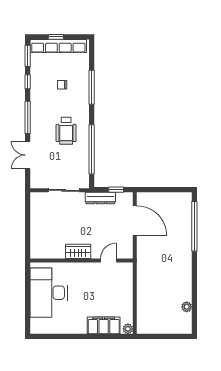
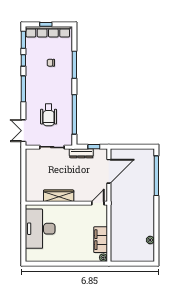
wheelchair: (66, 131) -> (49, 115), moved
double door: (28, 155) -> (23, 131), moved
door: (135, 221) -> (109, 171), hinge flipped
wardrobe: (78, 251) -> (59, 196), width x1.50
door: (108, 261) -> (98, 203), moved
filing cabinet: (104, 325) -> (101, 240), moved, turned -90

